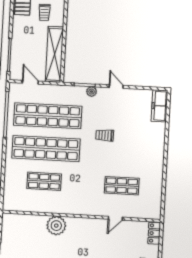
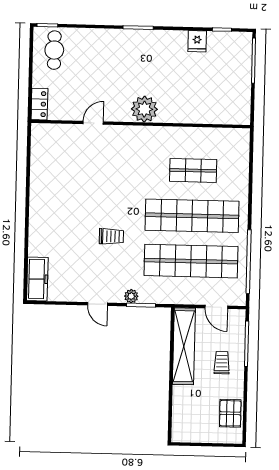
trolley: (44, 12) -> (222, 363), moved
shop shelf: (122, 186) -> (86, 168), removed
plant: (56, 226) -> (144, 109), moved

